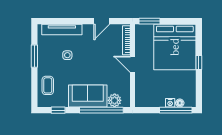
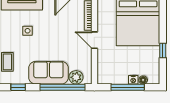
window: (199, 63) -> (163, 50), moved
window: (176, 110) -> (128, 87), moved

